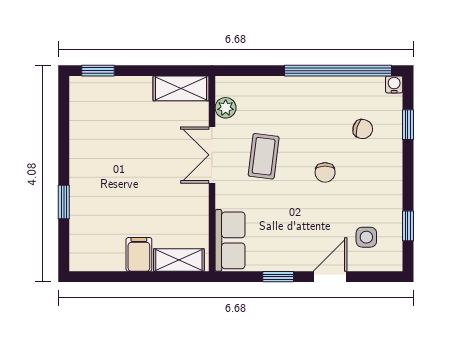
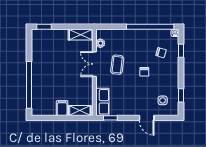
window: (64, 202) -> (29, 85), width x3.17
window: (278, 277) -> (110, 118), moved
door: (330, 277) -> (147, 118), swing flipped

